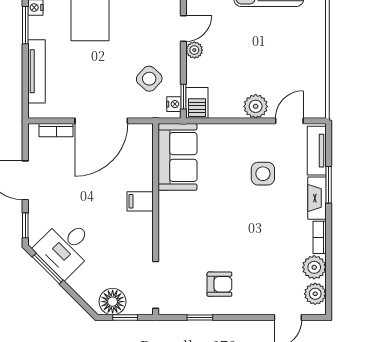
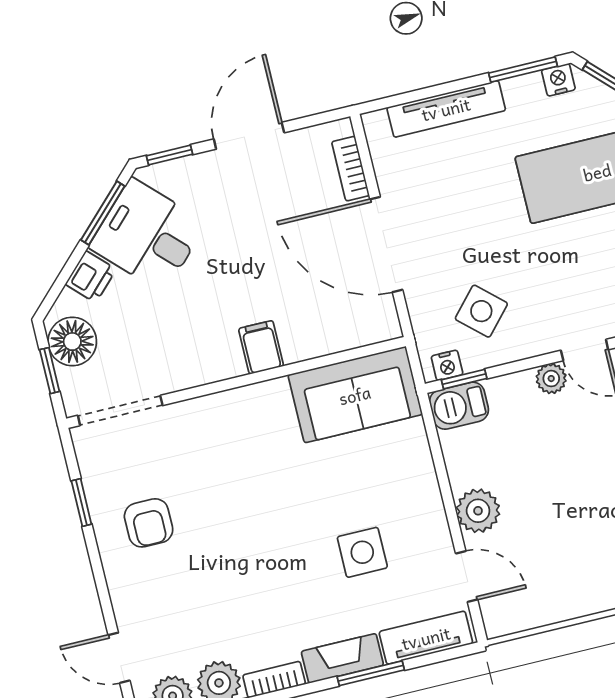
printer: (80, 283) -> (91, 277), added

